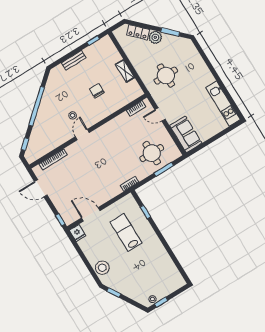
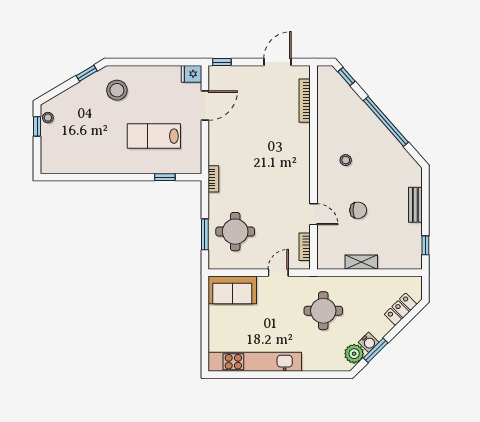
plant: (155, 37) -> (354, 354), moved
water cooler: (168, 39) -> (369, 342), added
kitchen unit: (223, 104) -> (255, 362), width x1.36
door: (82, 135) -> (313, 214), moved
lab bench: (126, 233) -> (154, 136), turned 180
stool: (102, 268) -> (117, 90), moved

